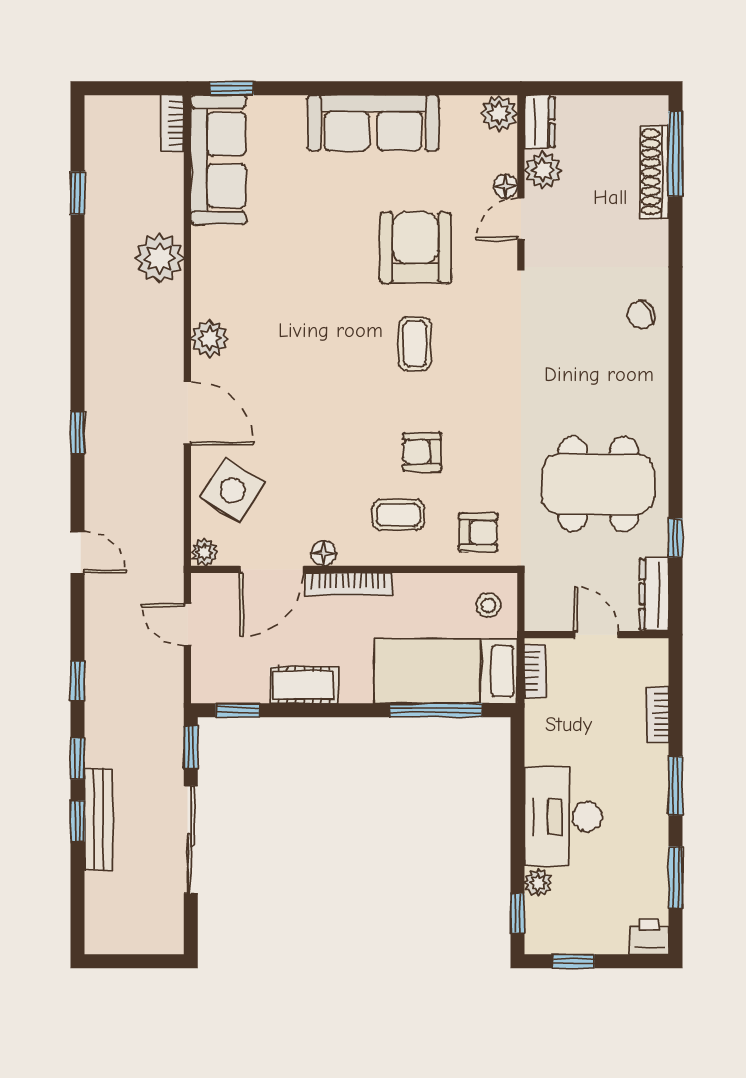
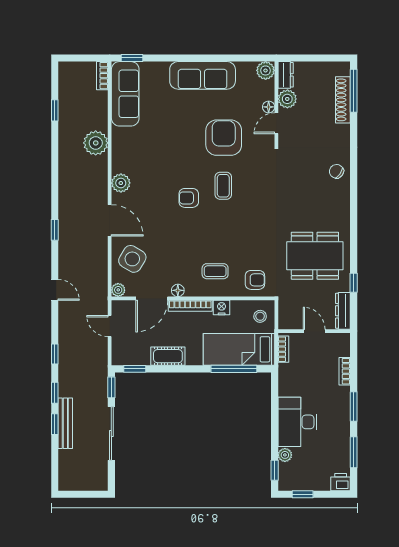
chair: (641, 315) -> (336, 171), turned 66
armchair: (422, 452) -> (189, 198), moved
nightstand: (411, 588) -> (222, 308), added

